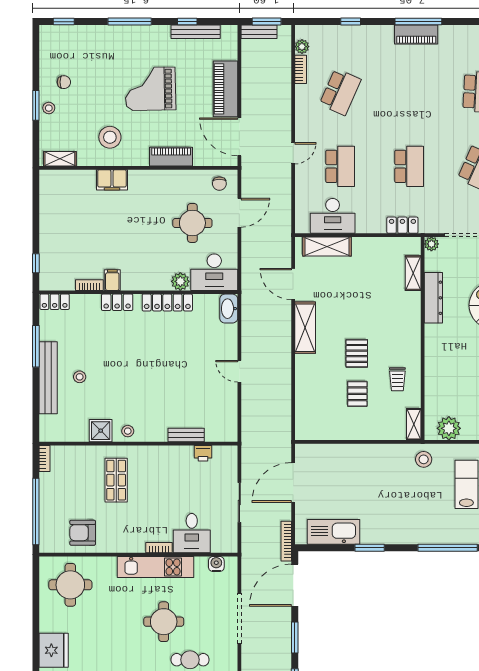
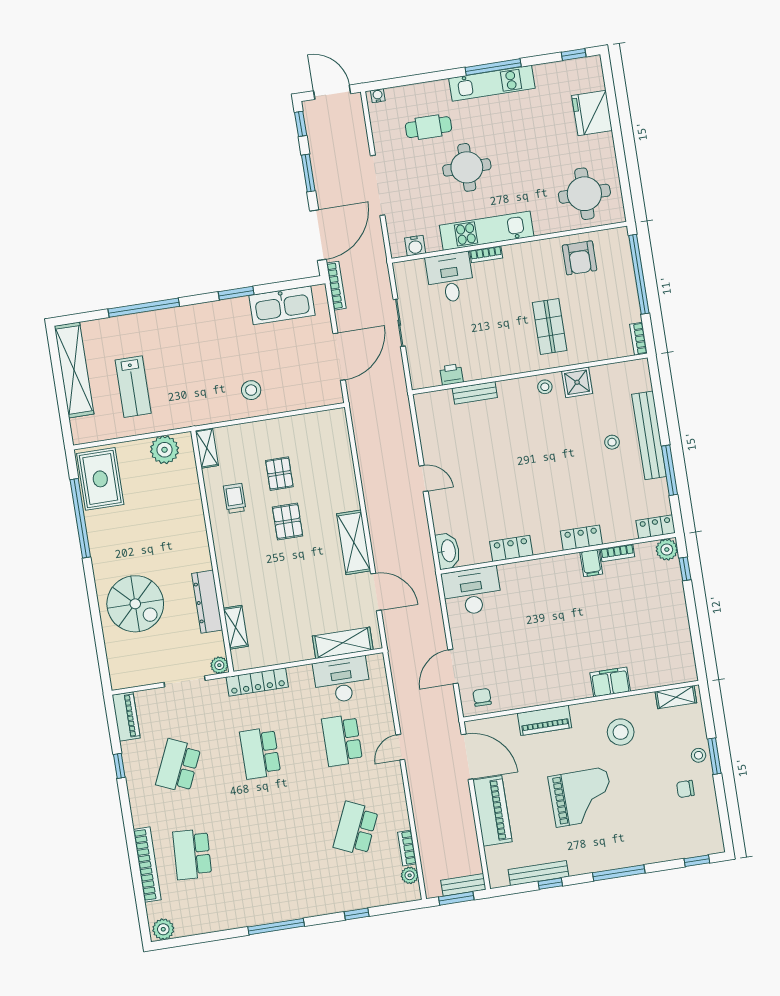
piano: (416, 35) -> (276, 911), removed
round table: (192, 223) -> (507, 646), removed
locker: (402, 225) -> (257, 682), width x1.53
plant: (180, 281) -> (667, 550), moved
locker: (167, 302) -> (511, 548), width x0.66
stool: (424, 459) -> (251, 390), moved
armchair: (83, 533) -> (580, 258), turned 90

